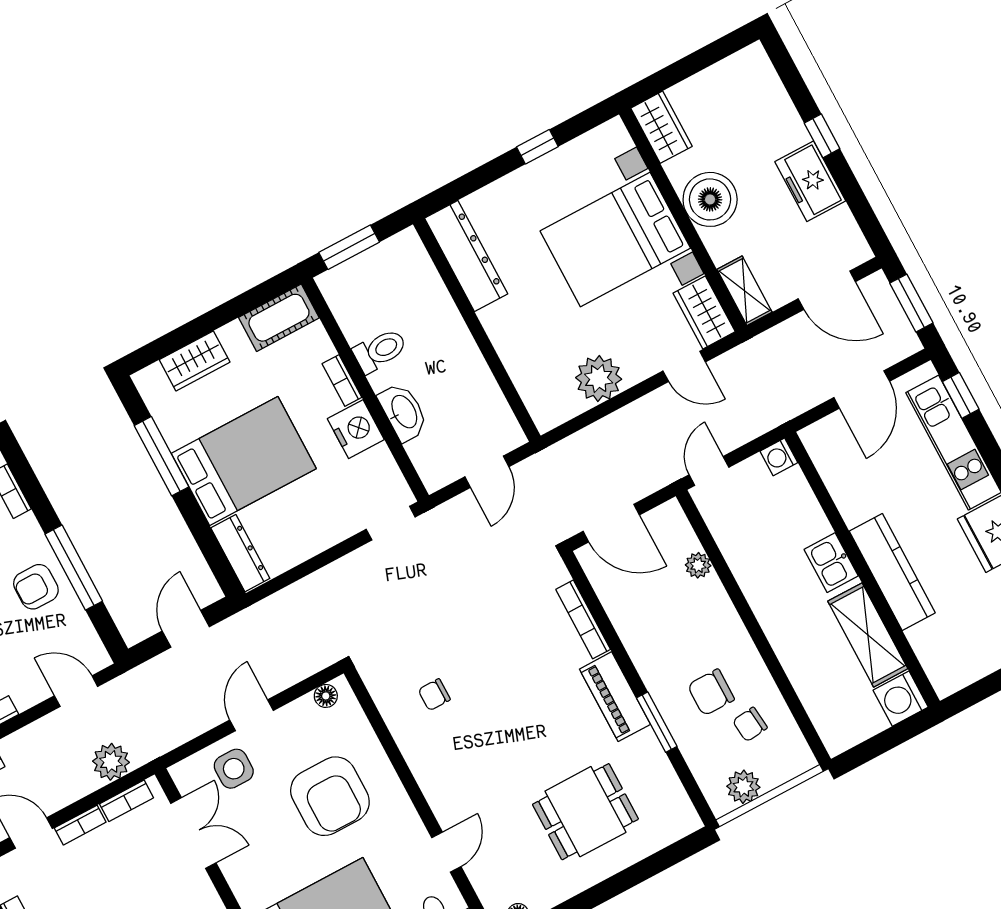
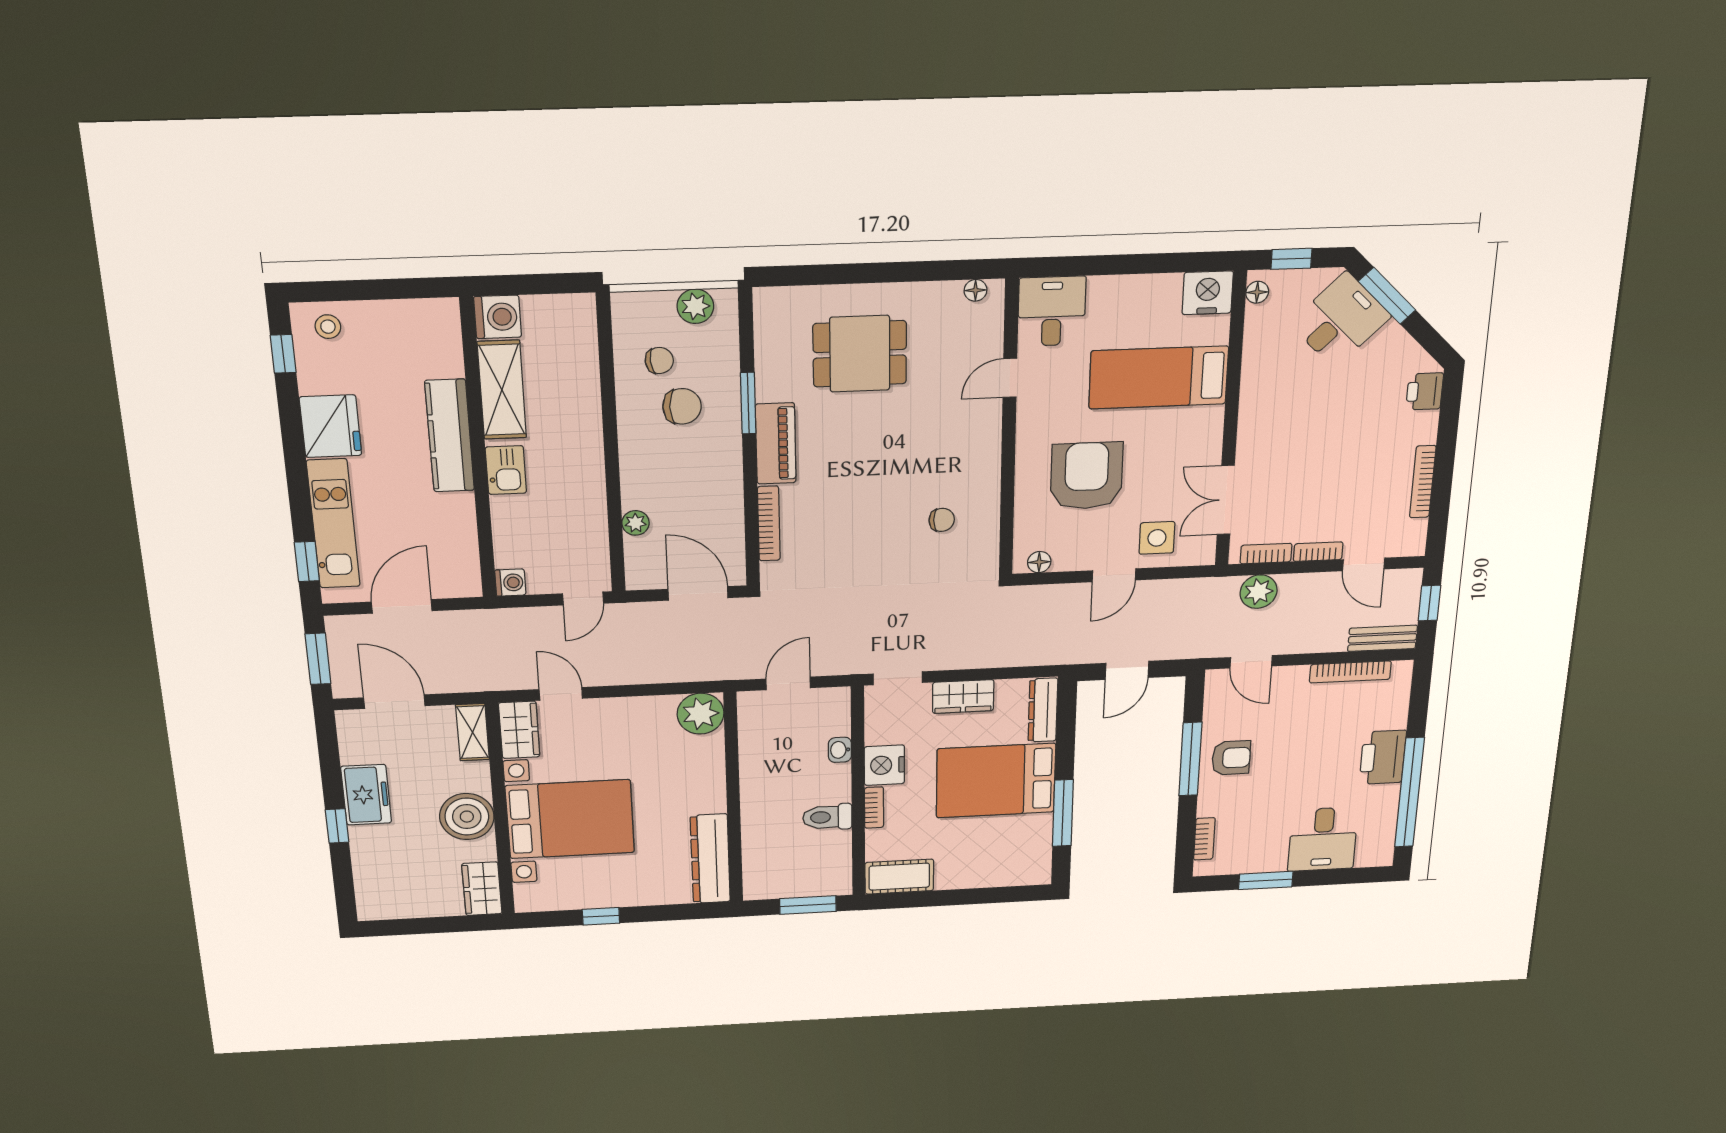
wardrobe: (195, 361) -> (963, 696), moved, turned 180
plant: (599, 378) -> (701, 714), moved
washbasin: (403, 412) -> (840, 750), width x0.52, depth x0.69

